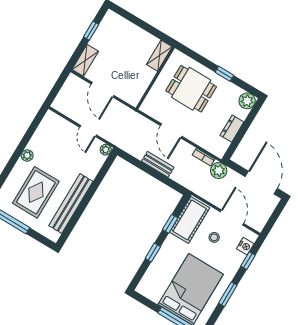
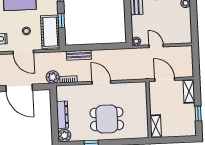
shelving: (159, 56) -> (156, 126), moved
wall: (155, 78) -> (149, 110), moved
dresser: (232, 129) -> (62, 115), width x1.44
bench: (158, 164) -> (79, 55), moved

